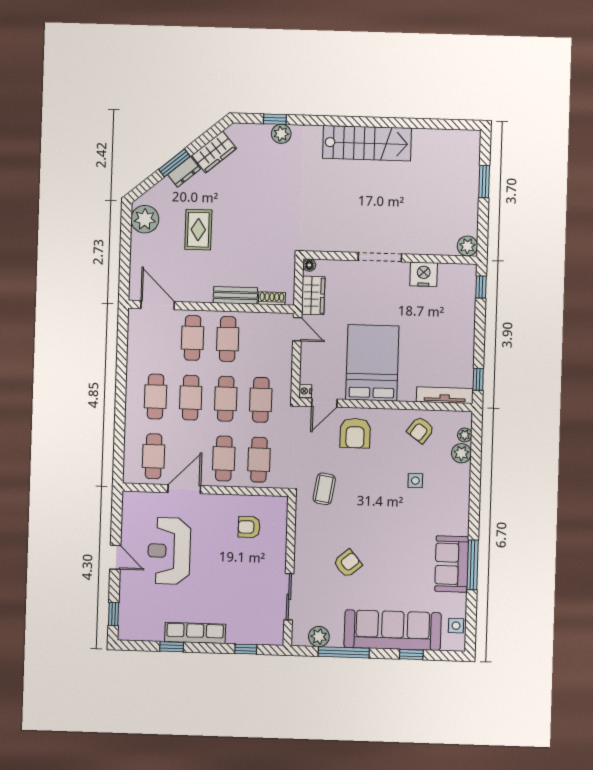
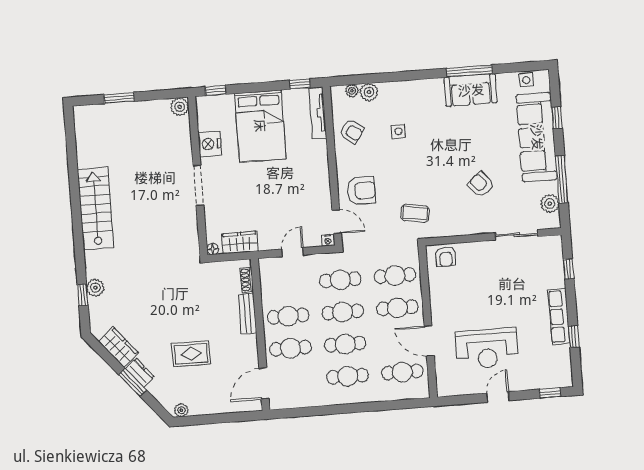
plant: (145, 219) -> (181, 410), width x0.53, depth x0.53
door: (297, 329) -> (293, 252), moved
bed: (372, 363) -> (260, 126), moved, turned -90
armchair: (249, 527) -> (446, 257), moved

